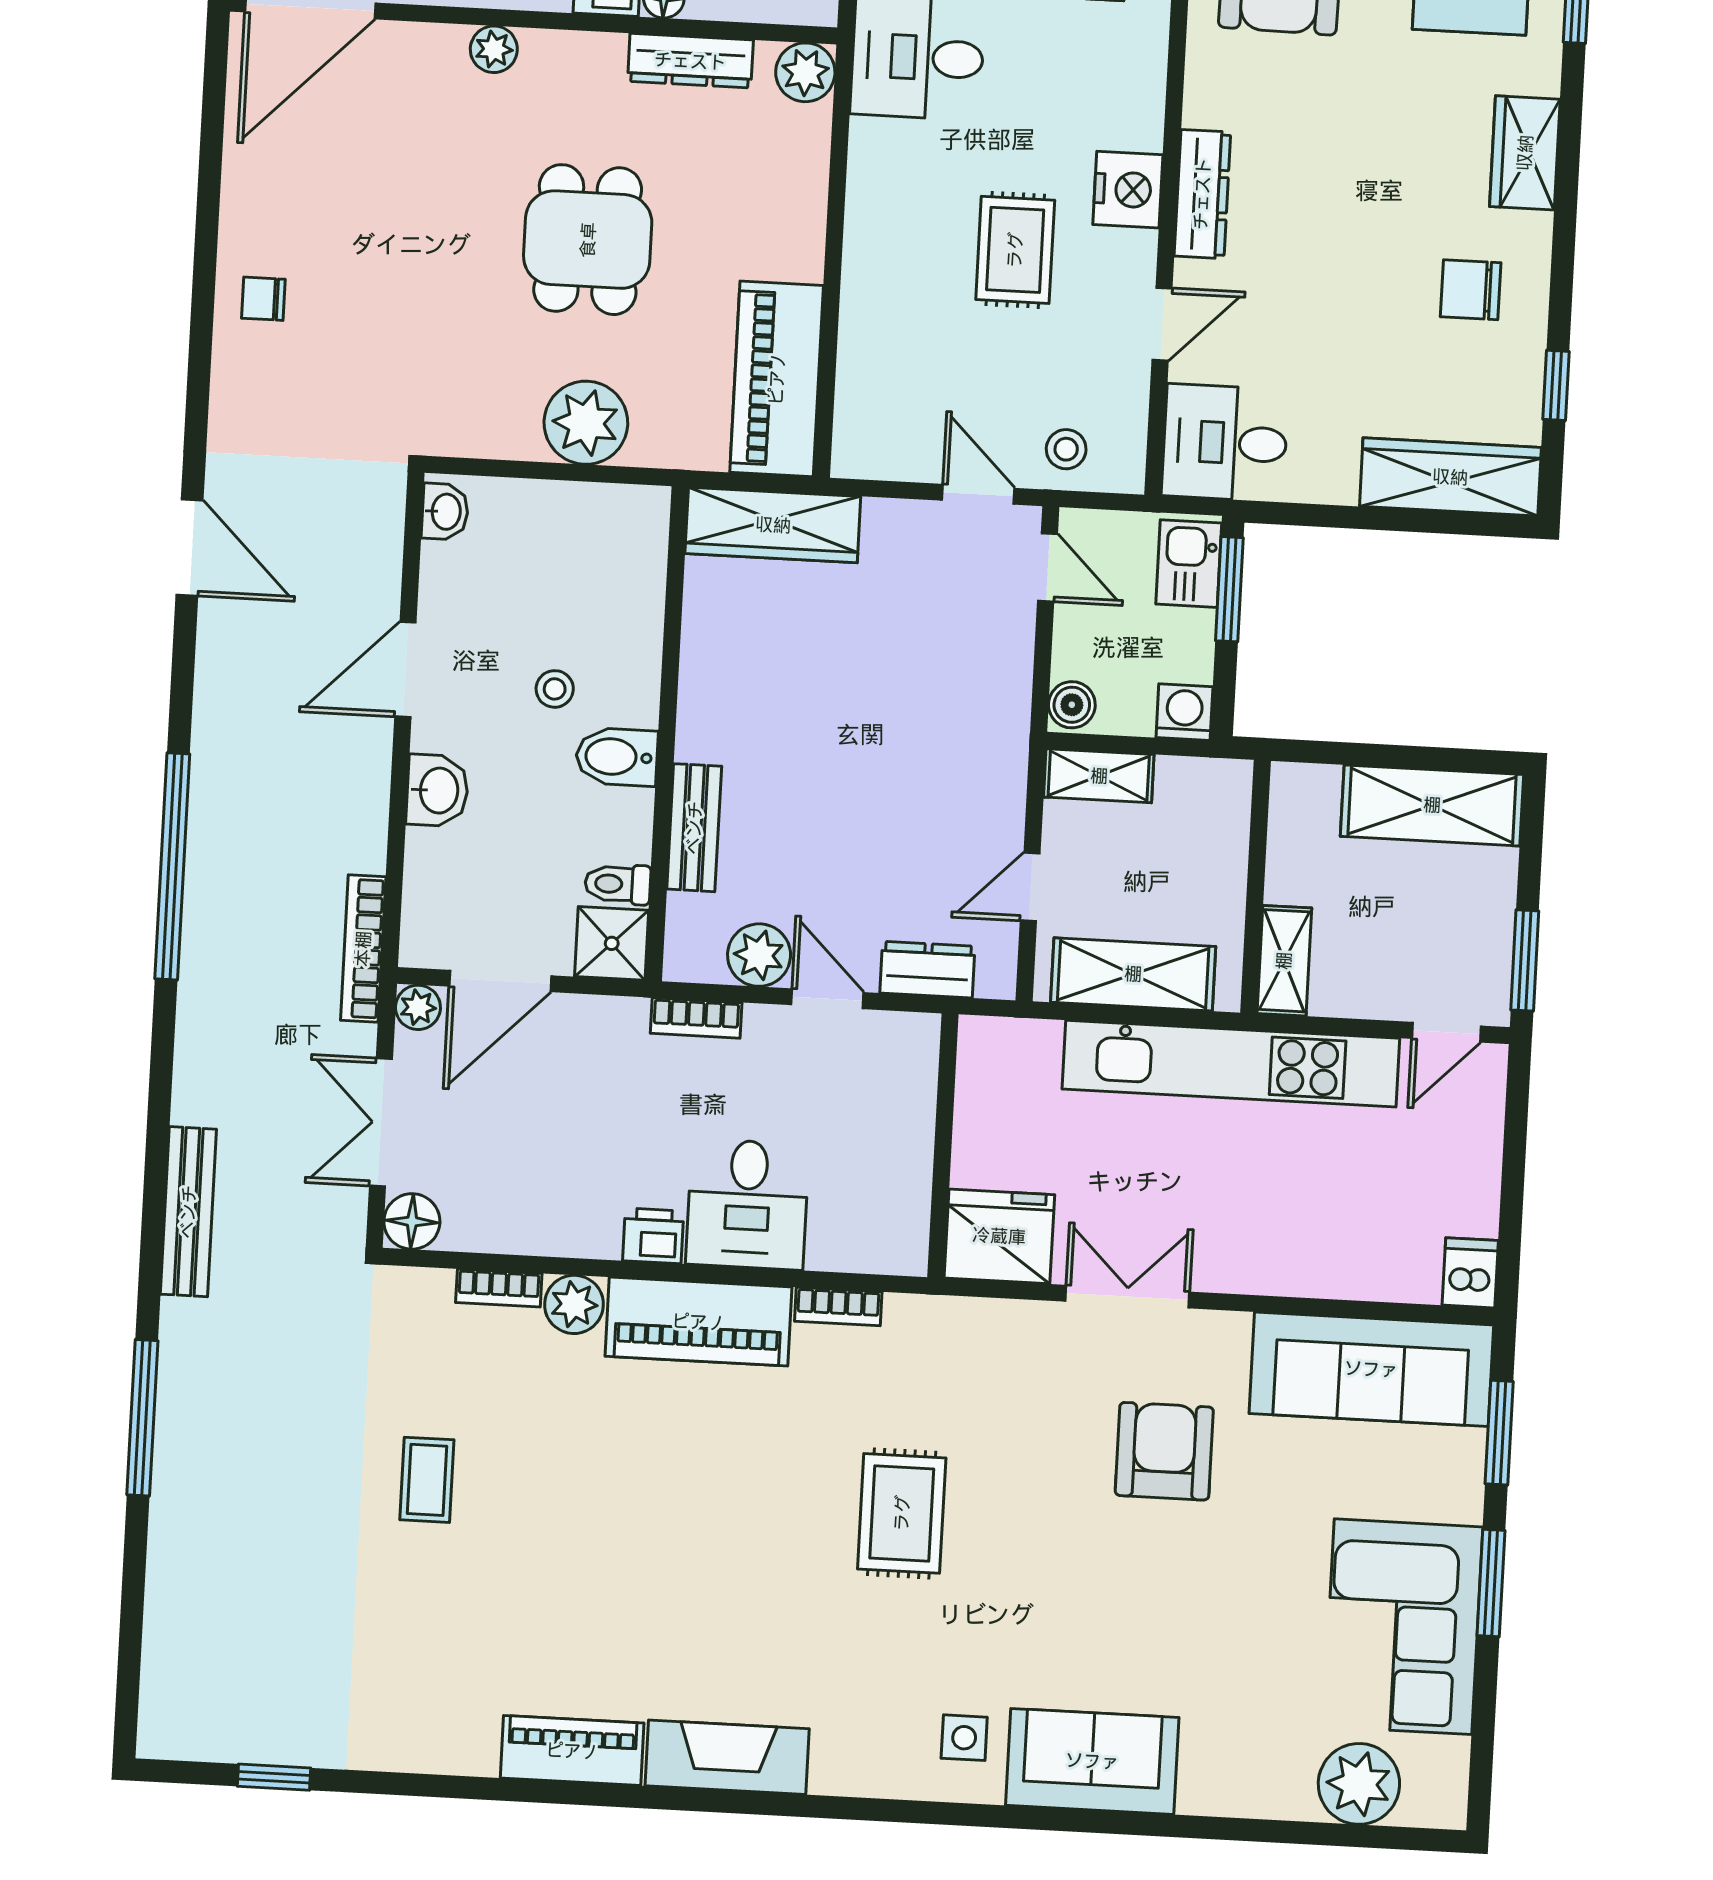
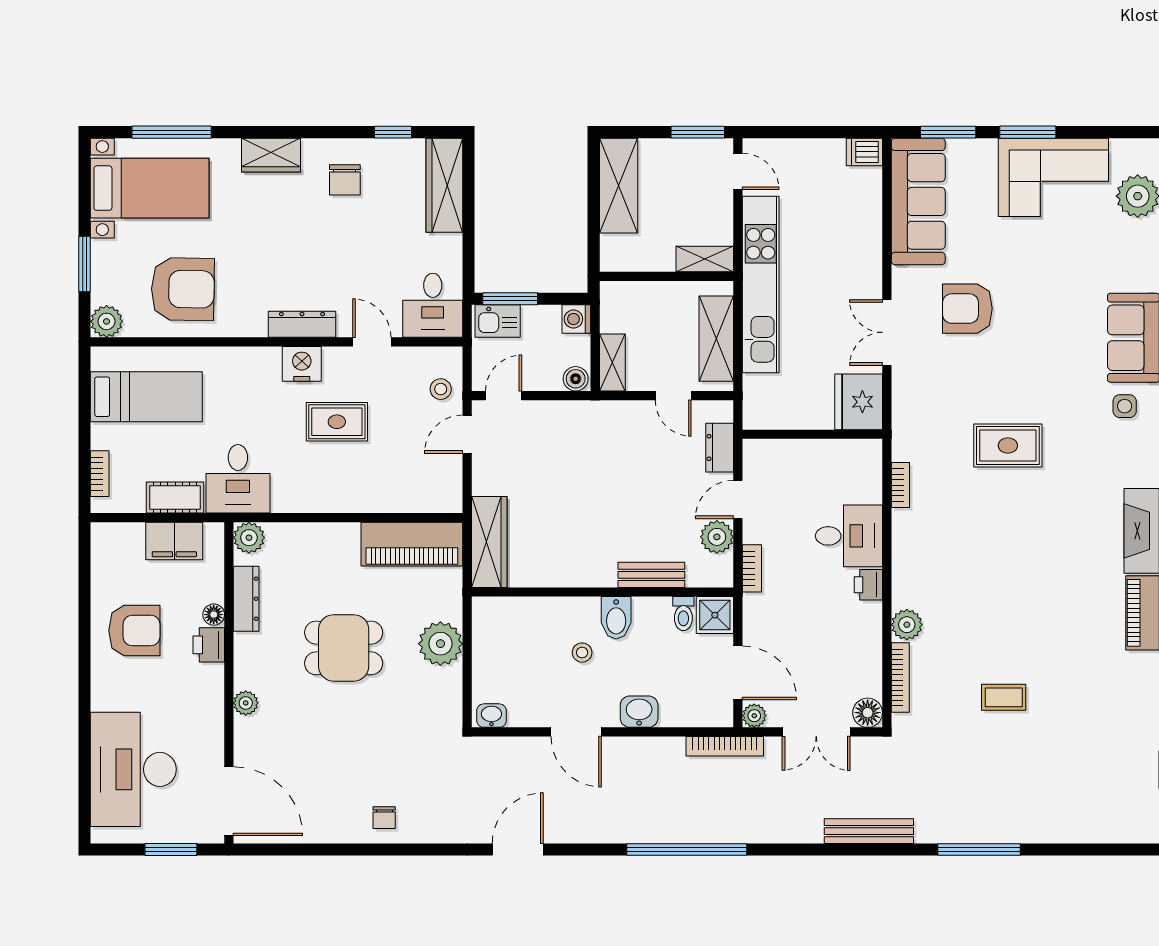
bookcase: (499, 1288) -> (900, 677), width x1.56
piano: (698, 1322) -> (912, 558), removed

